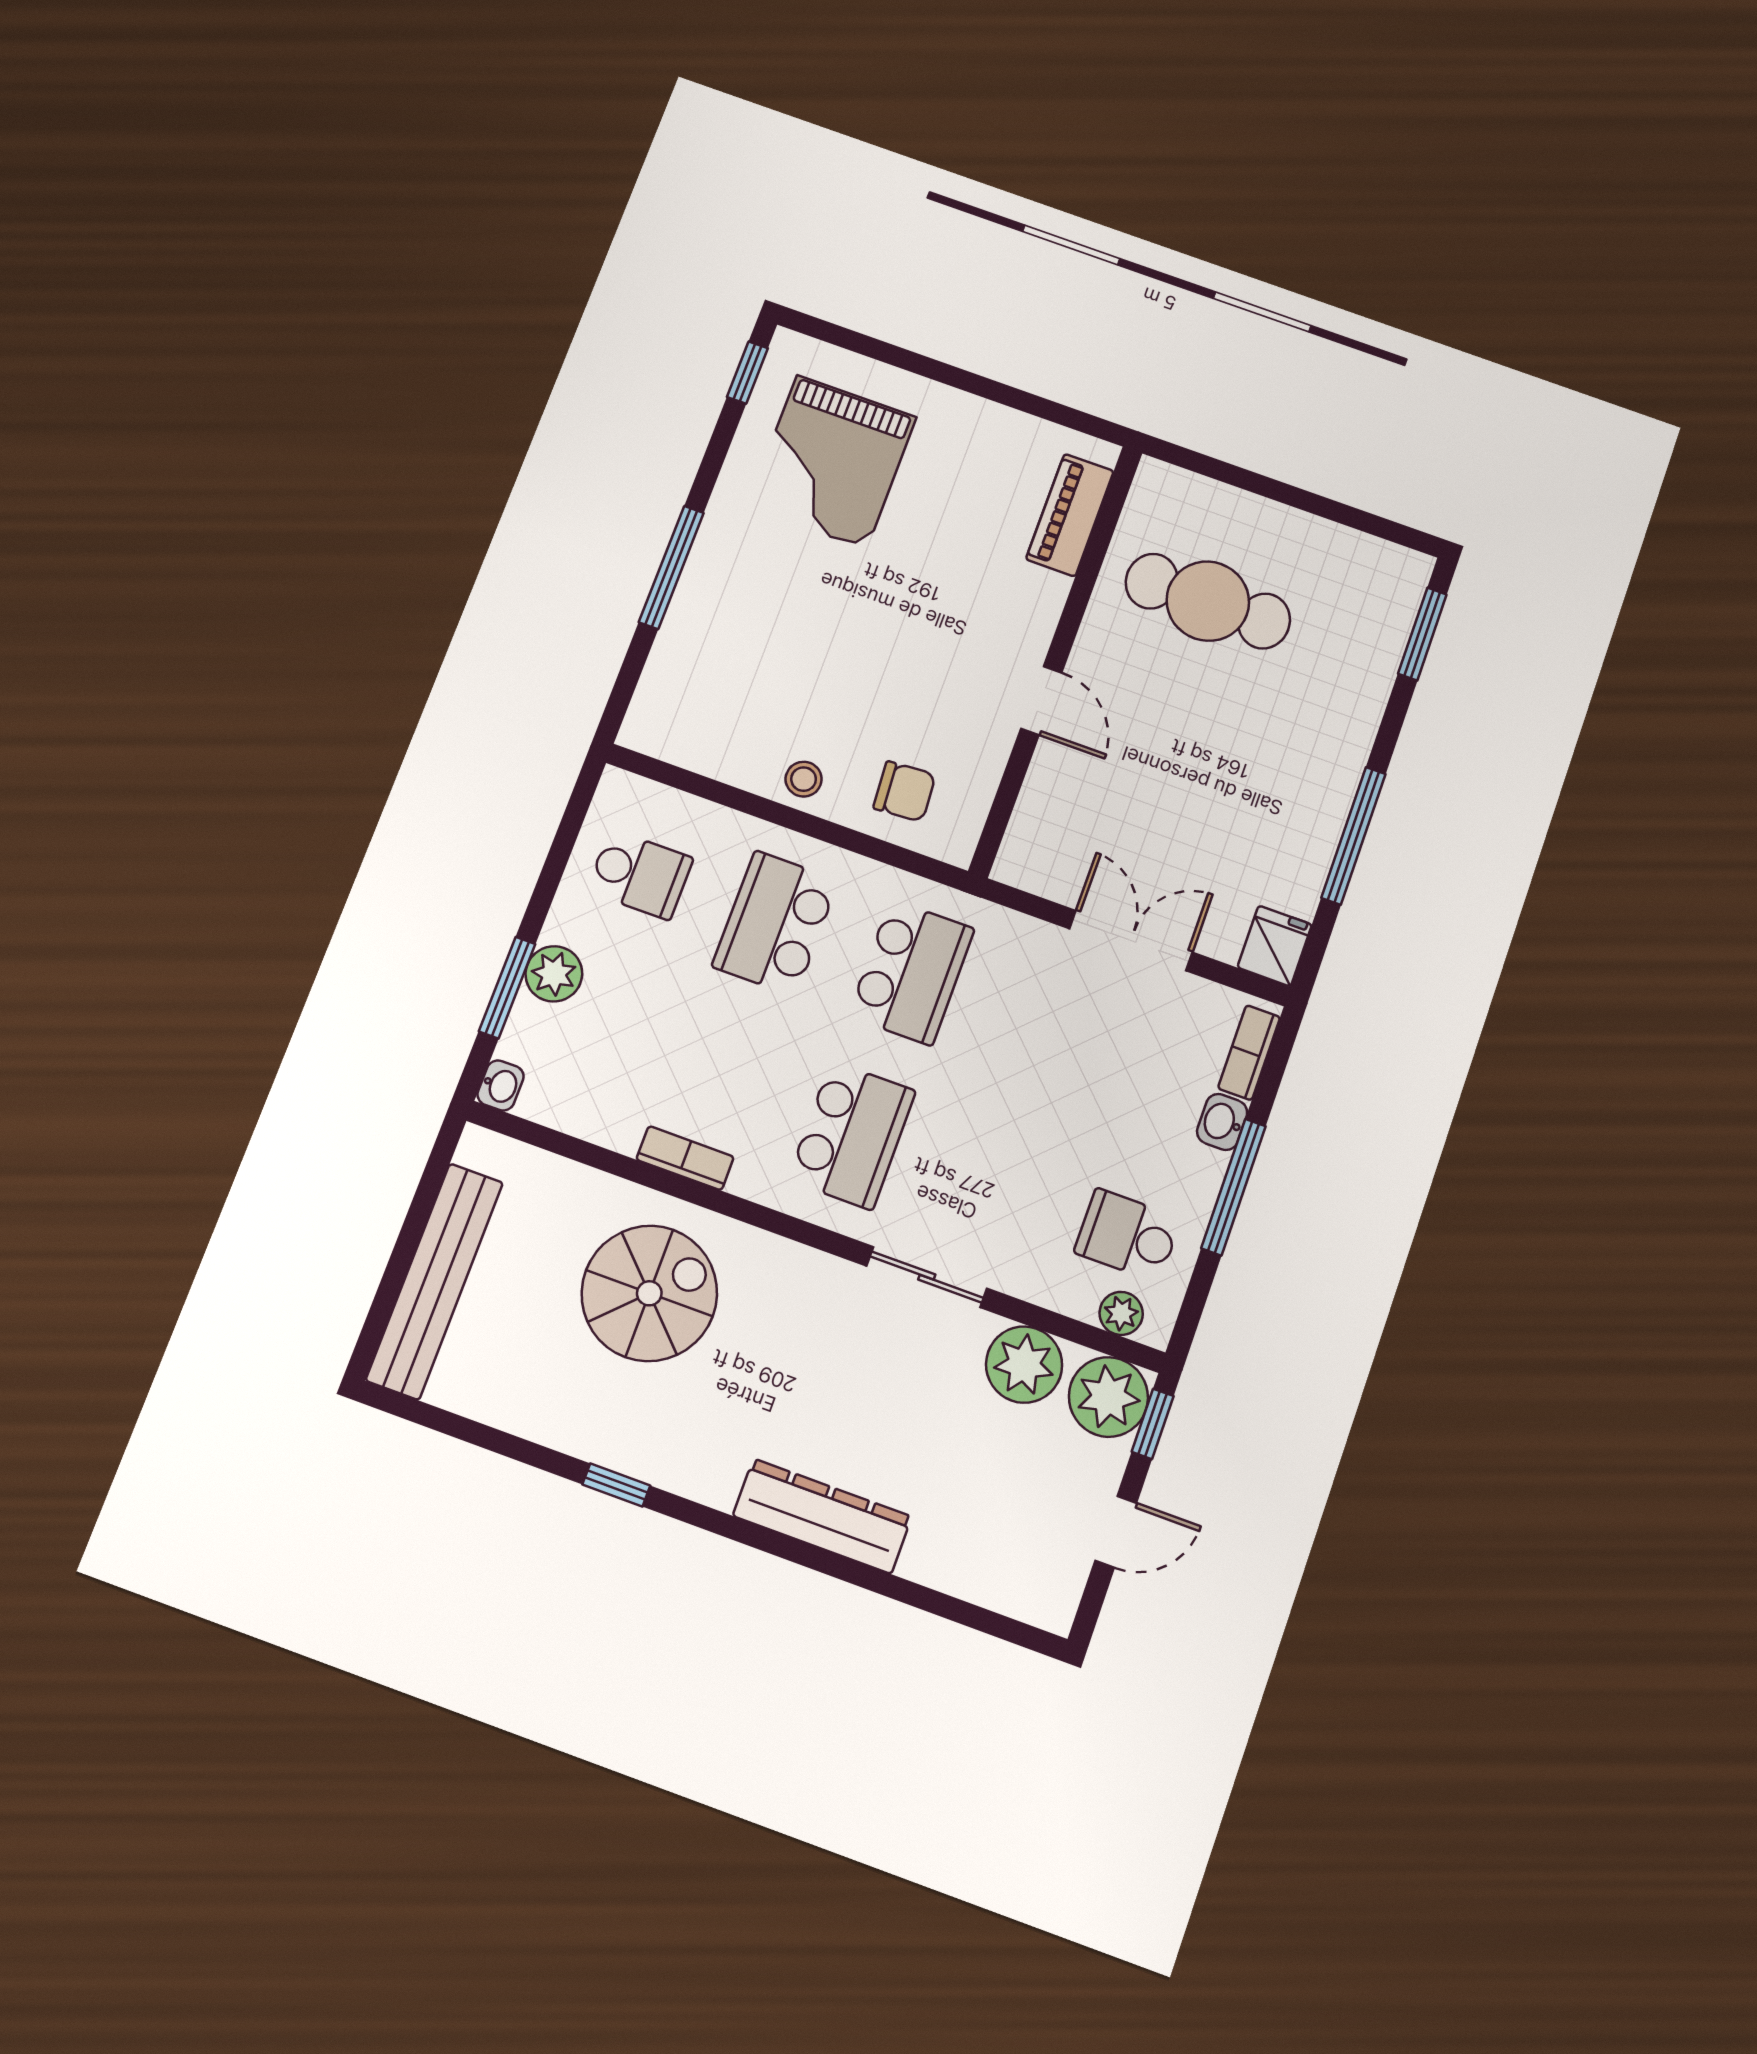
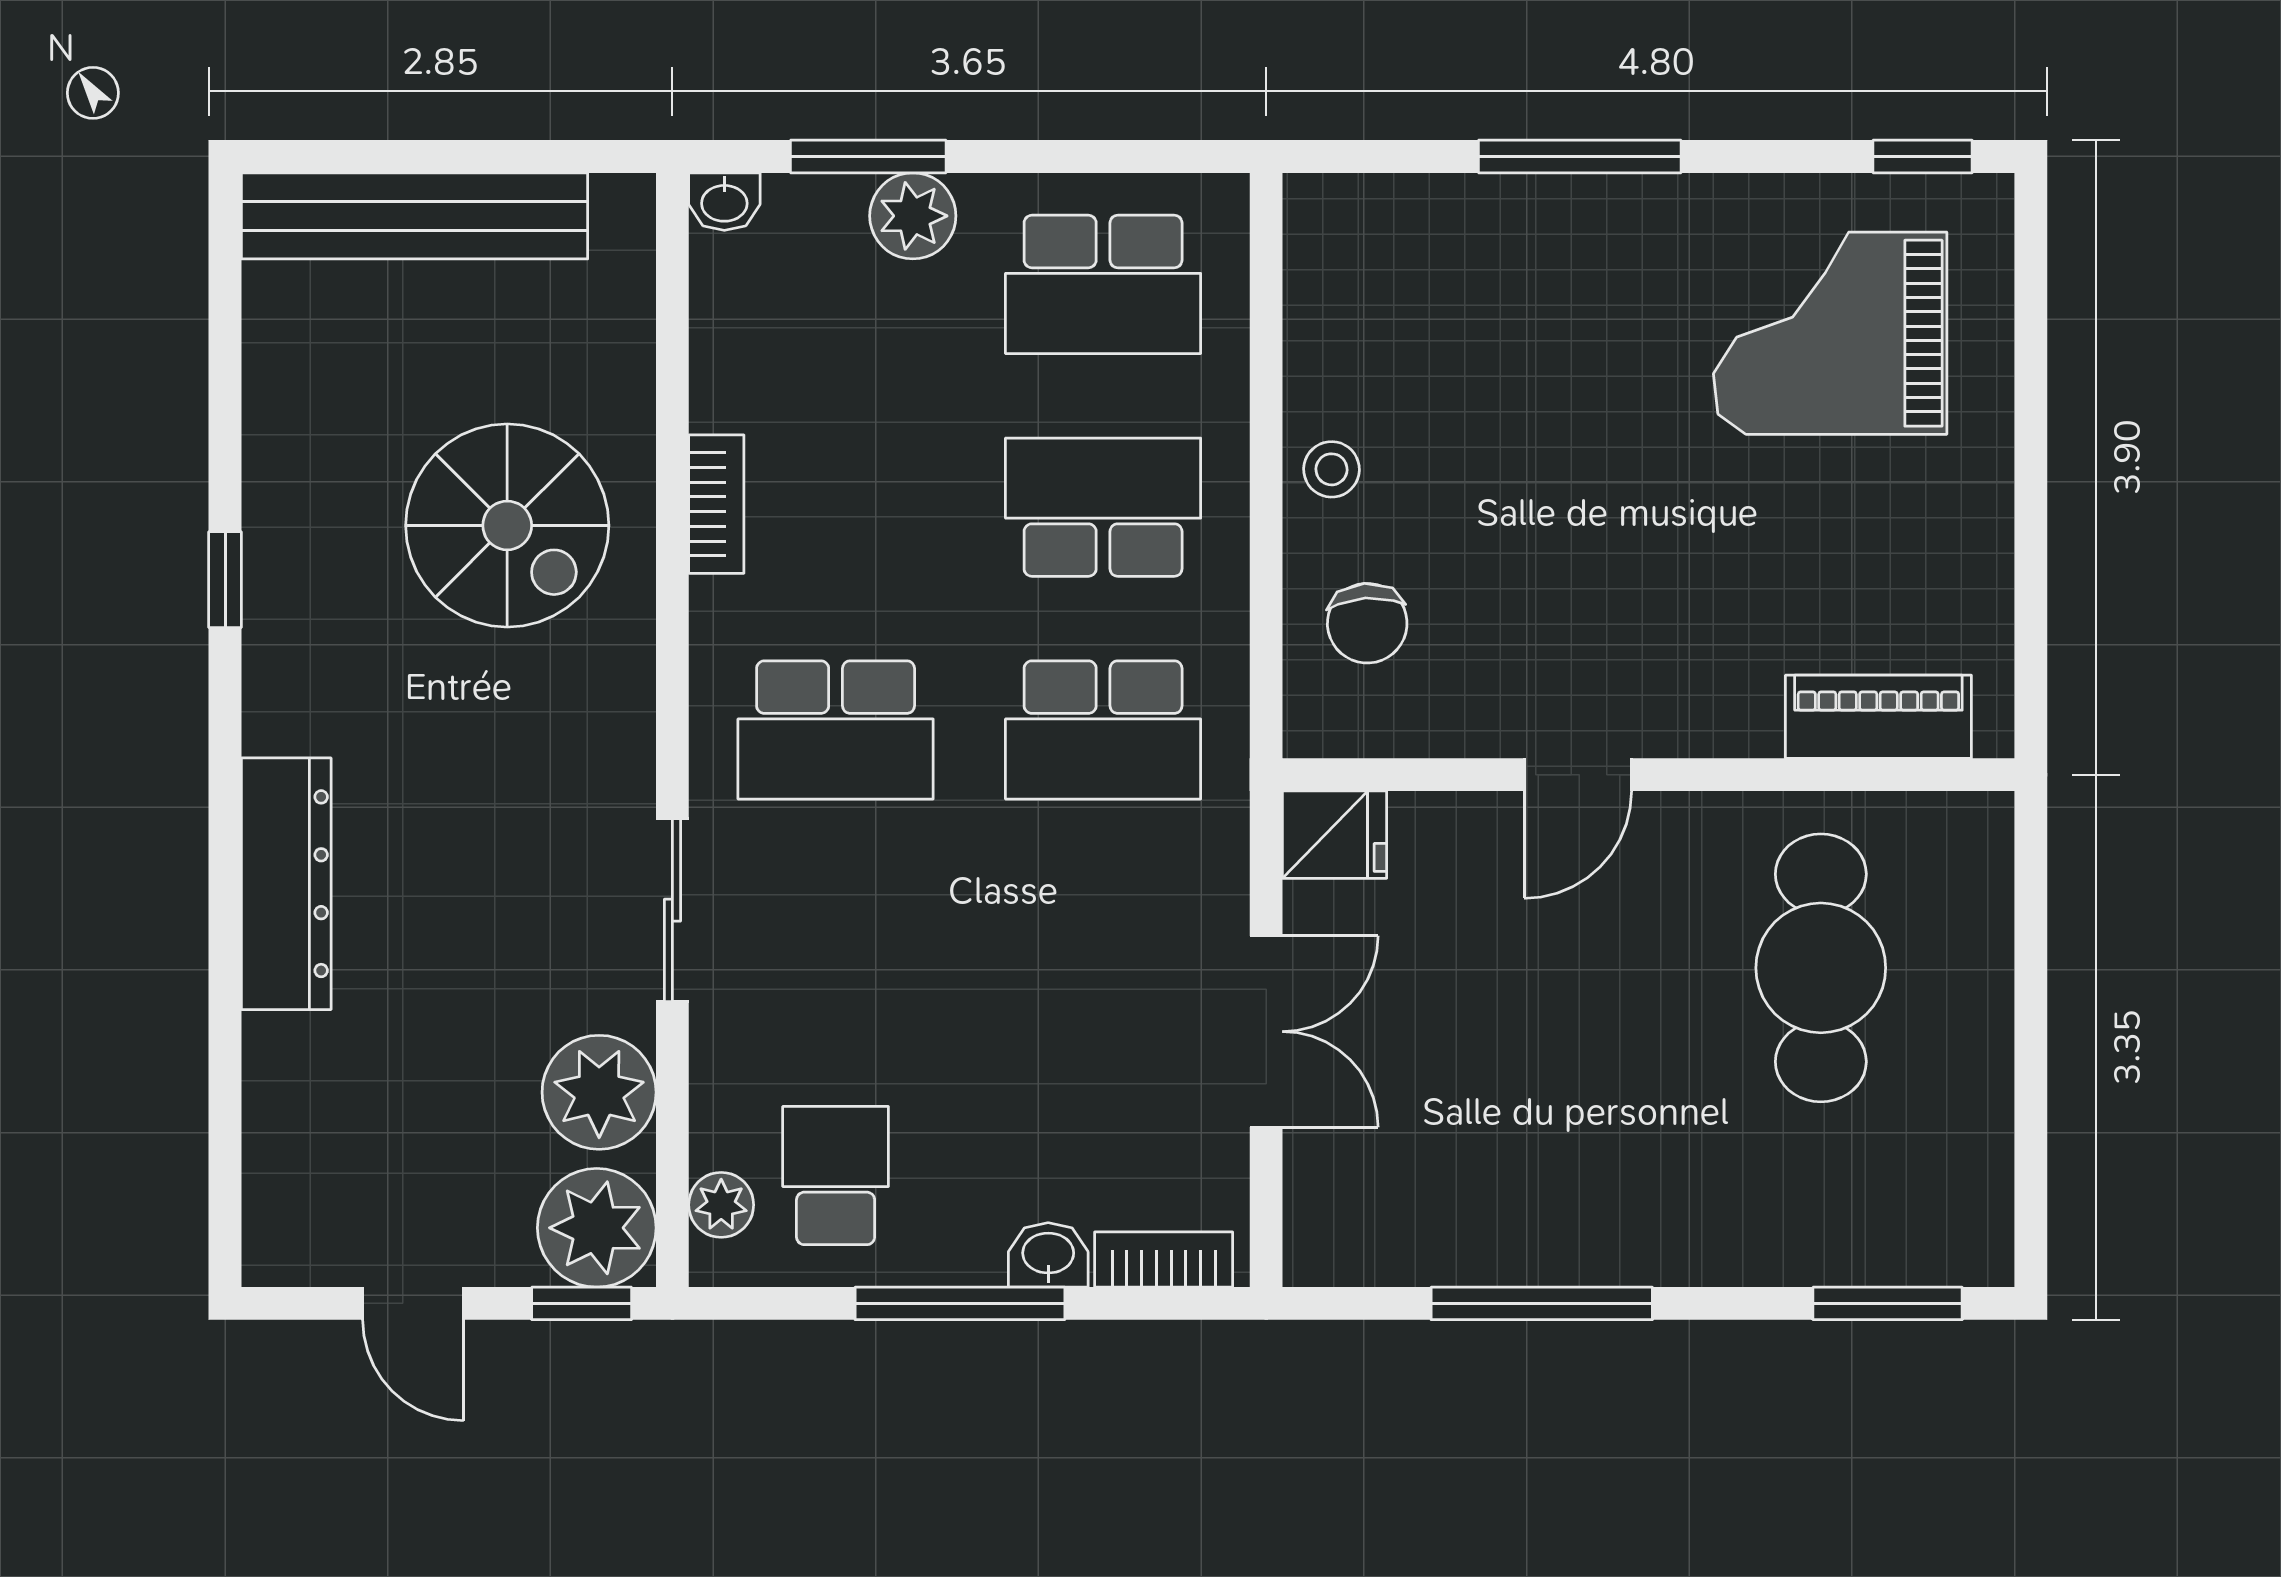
school desk: (640, 874) -> (1103, 284), width x1.85
fridge: (1275, 946) -> (1335, 835), moved

